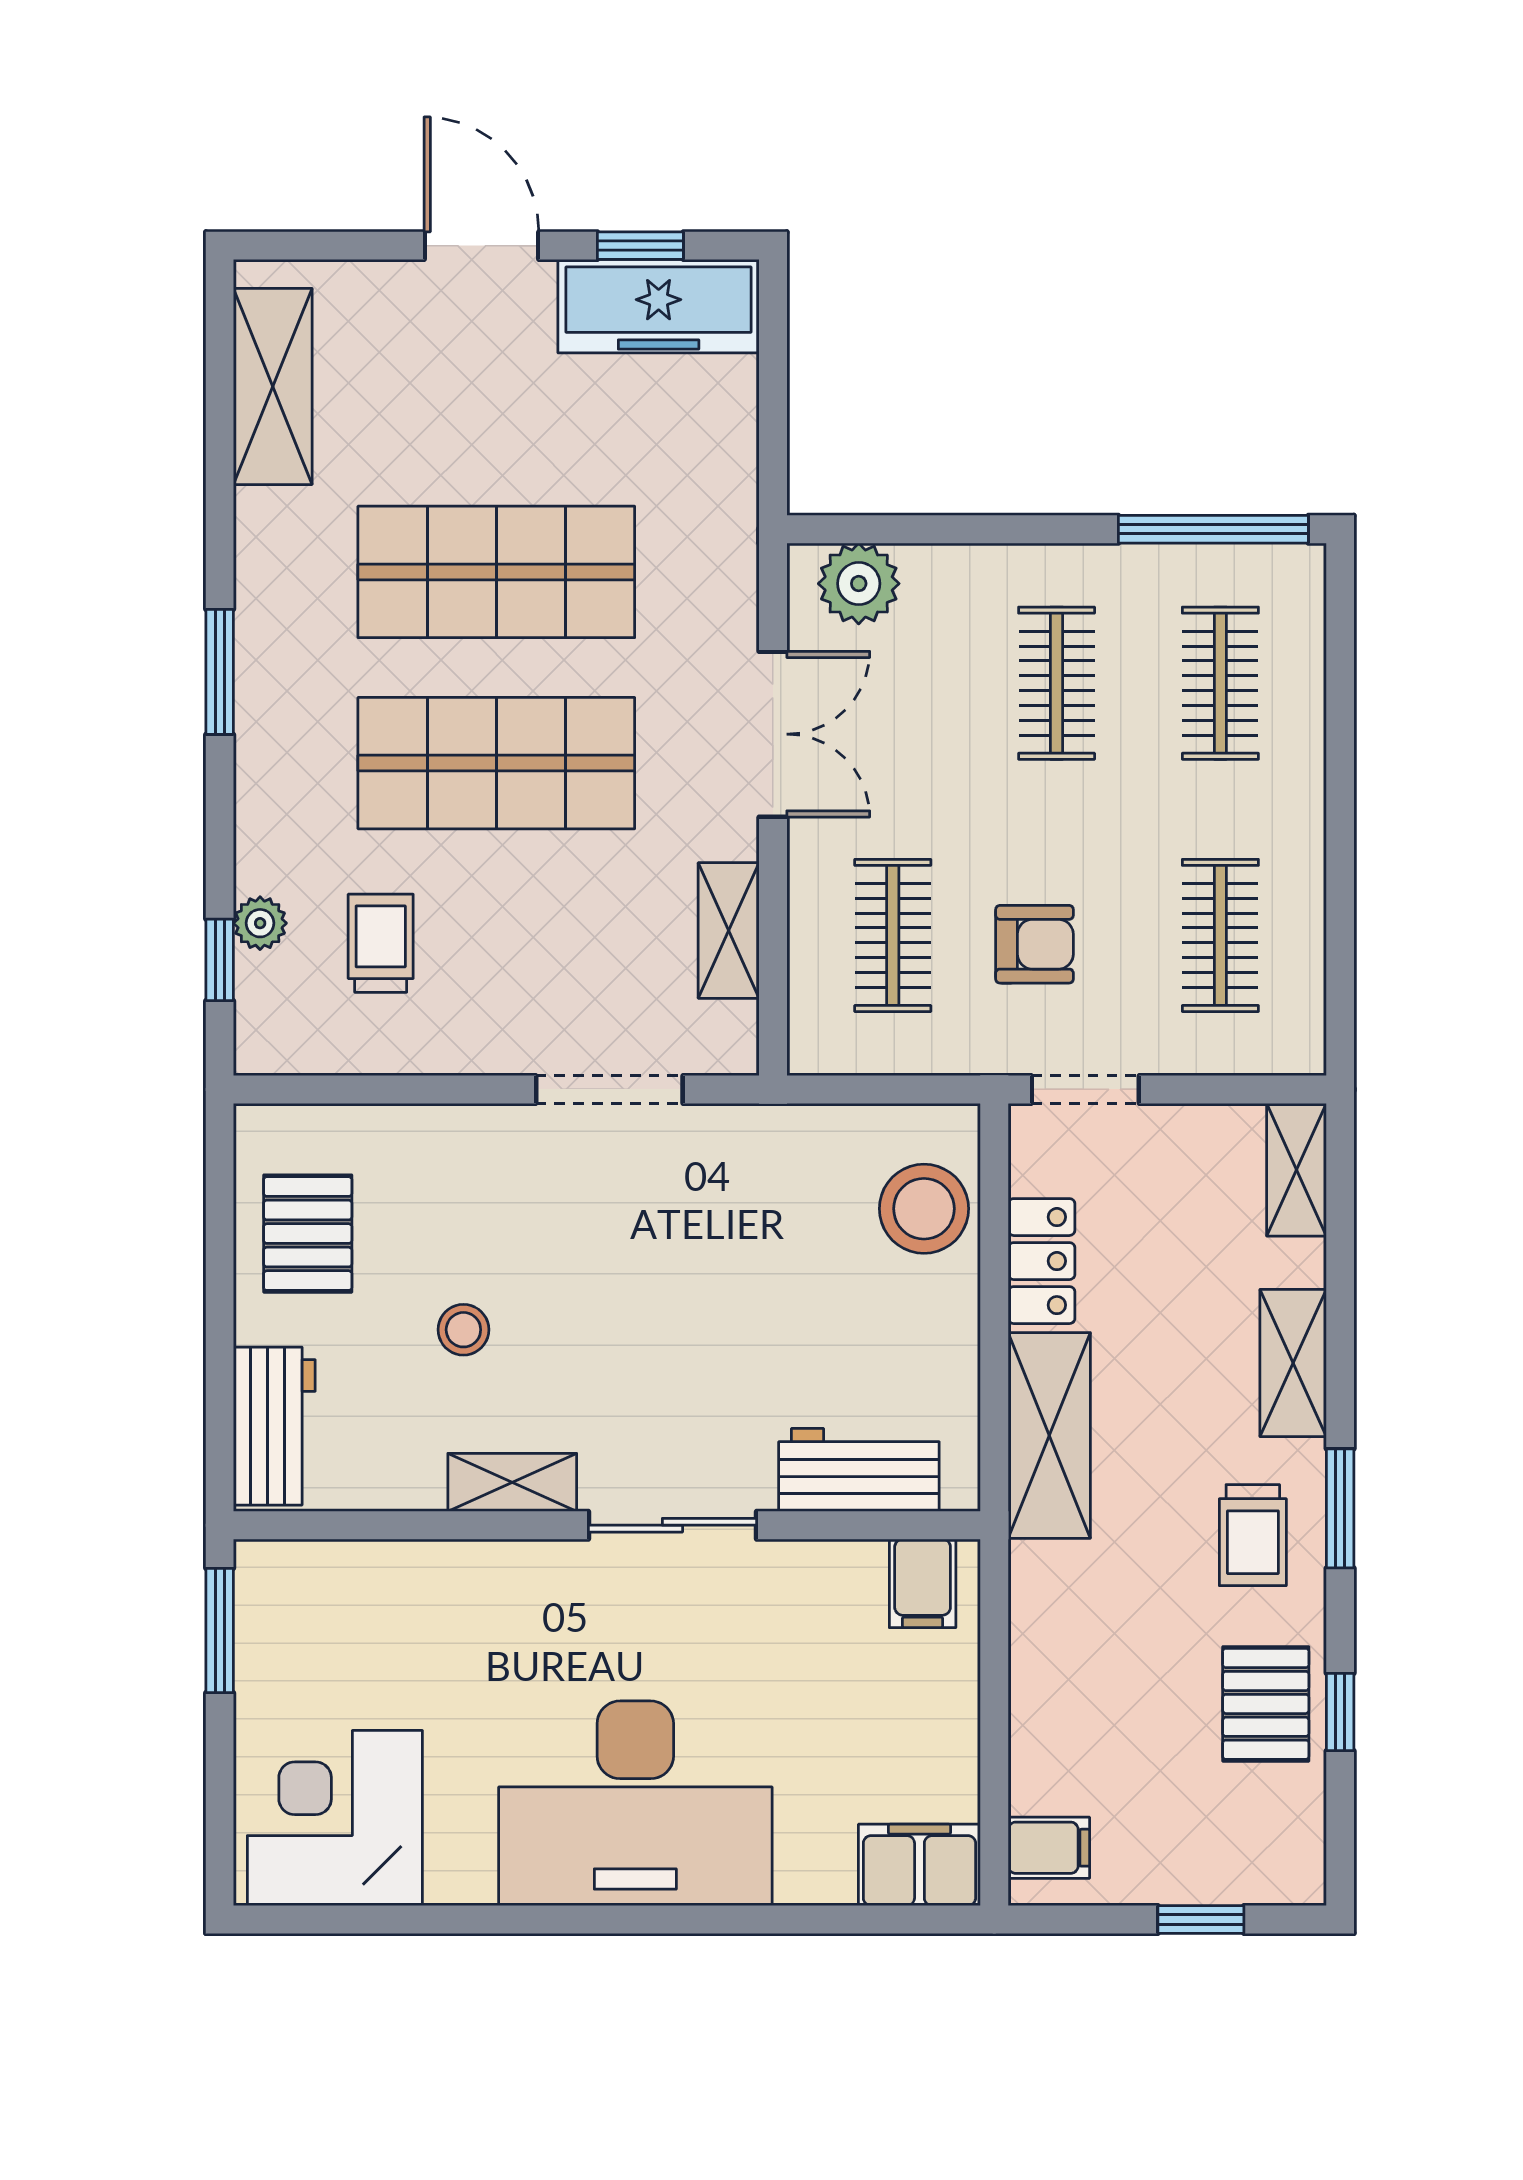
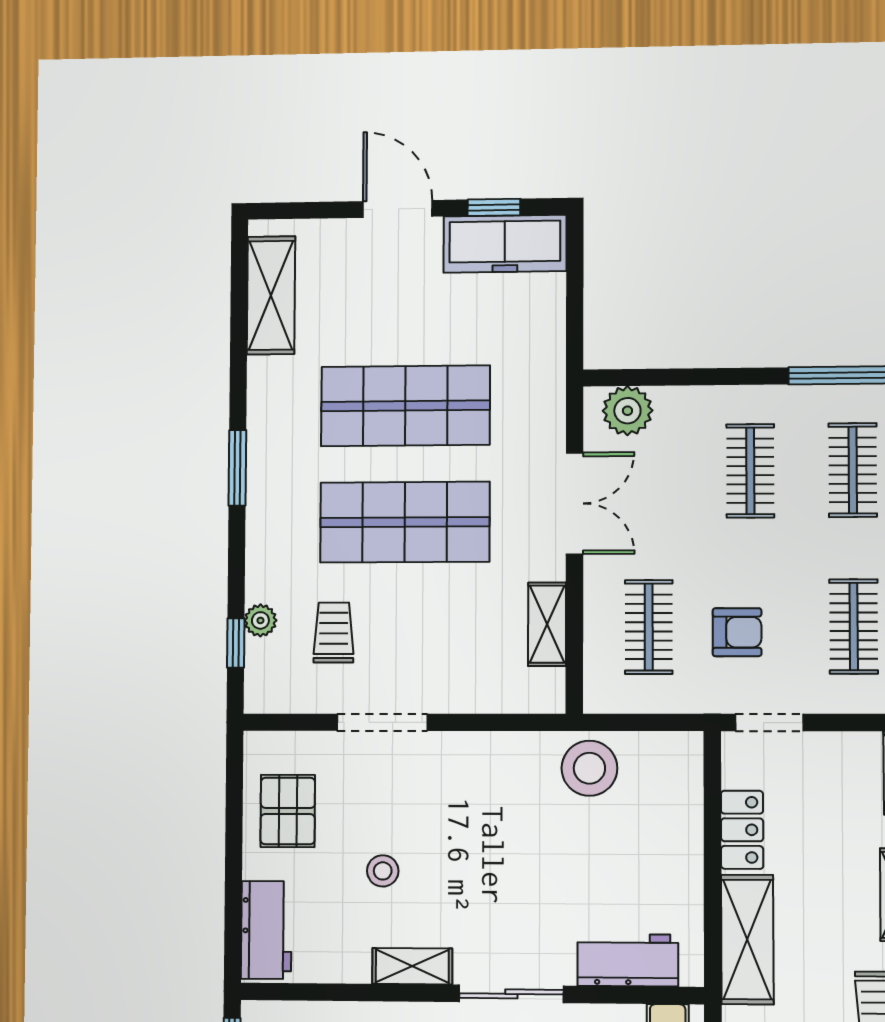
doorway: (609, 1089) -> (382, 722), moved
stool: (924, 1209) -> (589, 768), moved

